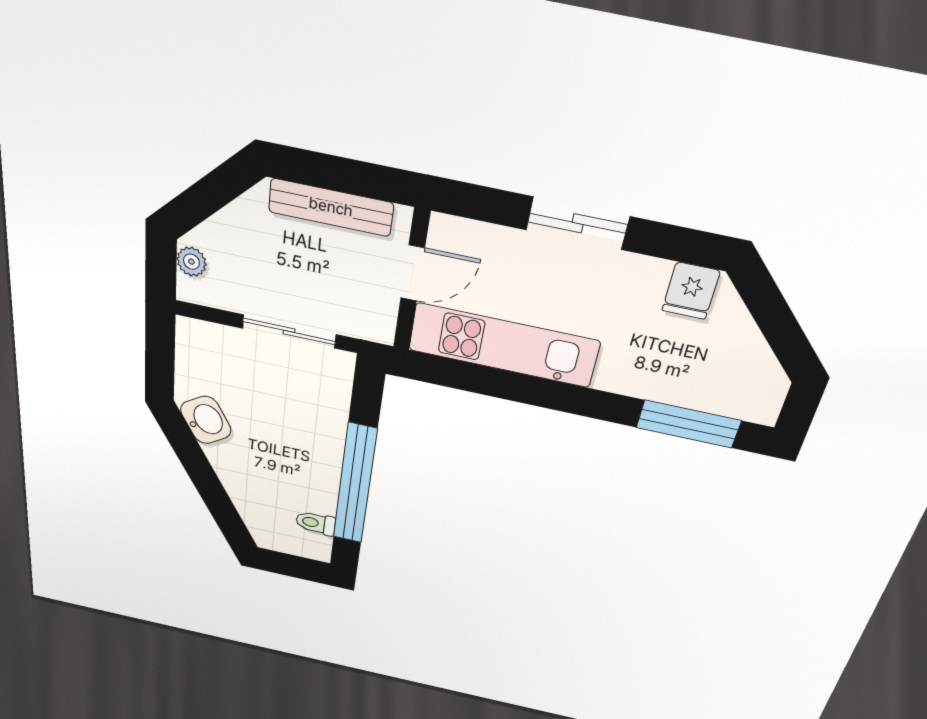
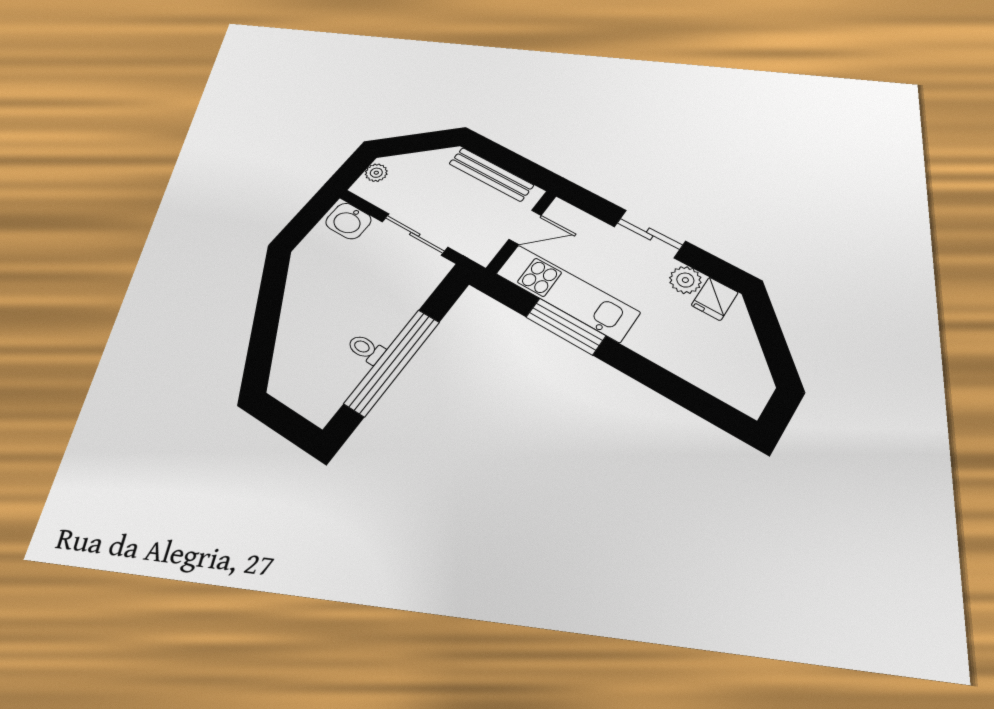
plant: (645, 277) -> (685, 280), added
washbasin: (206, 420) -> (348, 221), moved, turned 122
window: (688, 424) -> (566, 326), moved
toilet: (316, 523) -> (366, 349), moved

